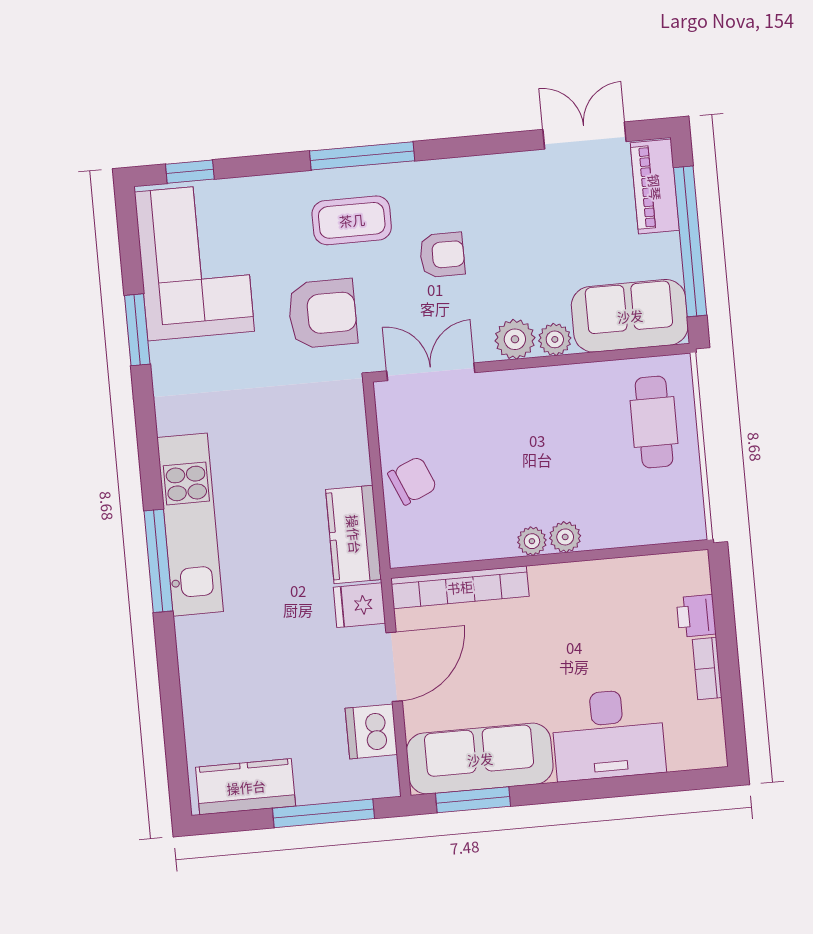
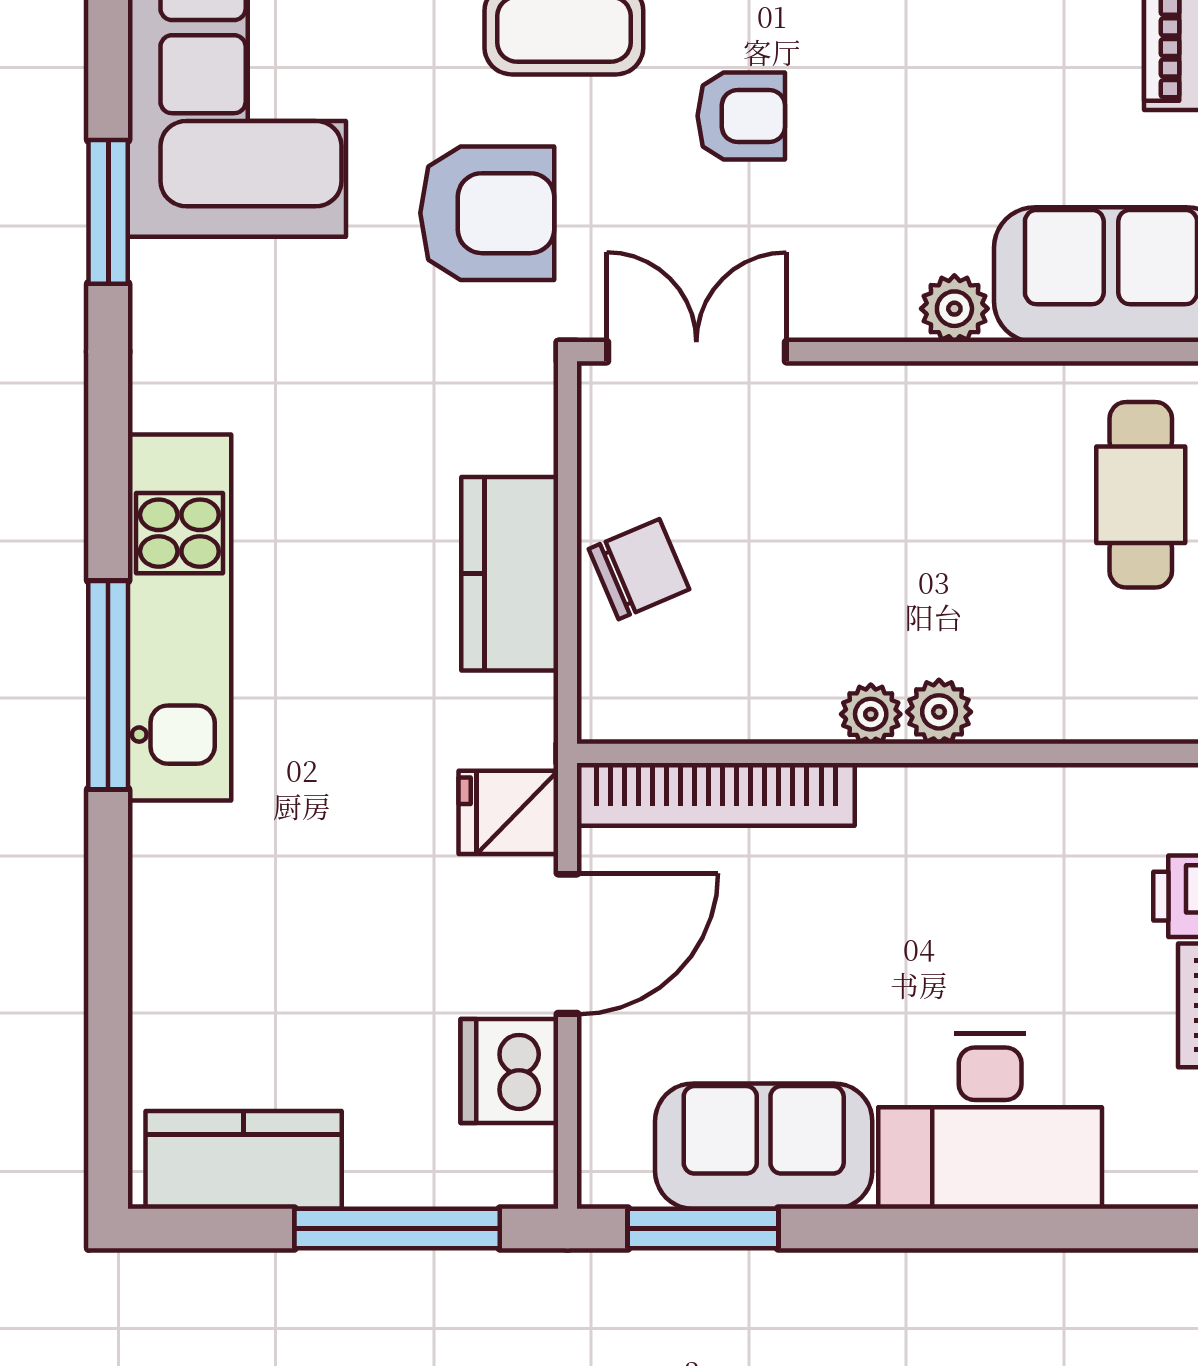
plant: (515, 339) -> (873, 301), removed
kitchen counter: (354, 534) -> (510, 574), moved
sofa: (480, 759) -> (764, 1146), width x0.73

